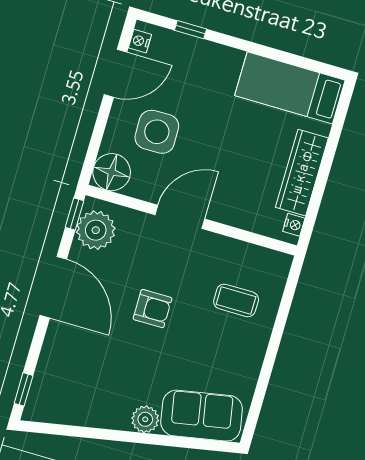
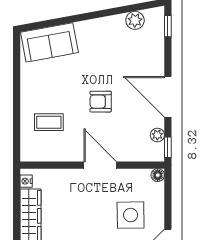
floor lamp: (112, 172) -> (158, 175), width x0.53, depth x0.53
door: (180, 217) -> (100, 165), swing flipped
plant: (96, 230) -> (157, 135), width x0.53, depth x0.53
plant: (145, 419) -> (135, 20), moved

